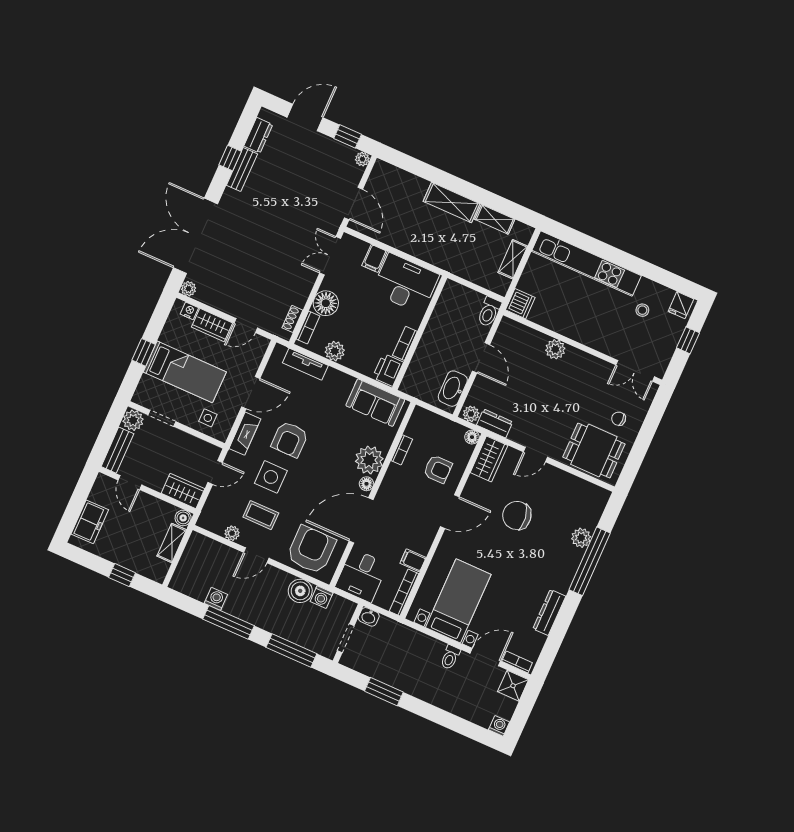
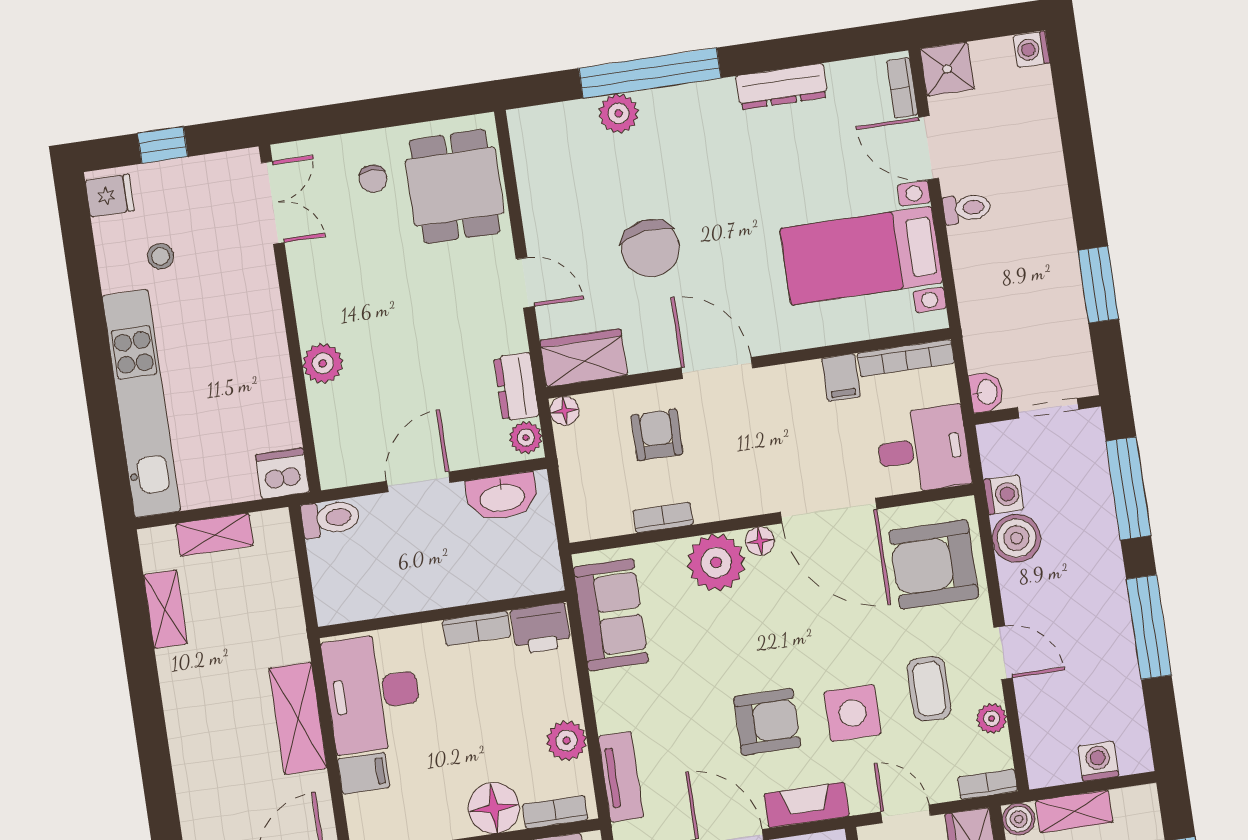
shelving: (451, 203) -> (298, 718), moved
bookcase: (206, 514) -> (987, 784), added
washing machine: (216, 599) -> (1098, 761), moved, turned 90

